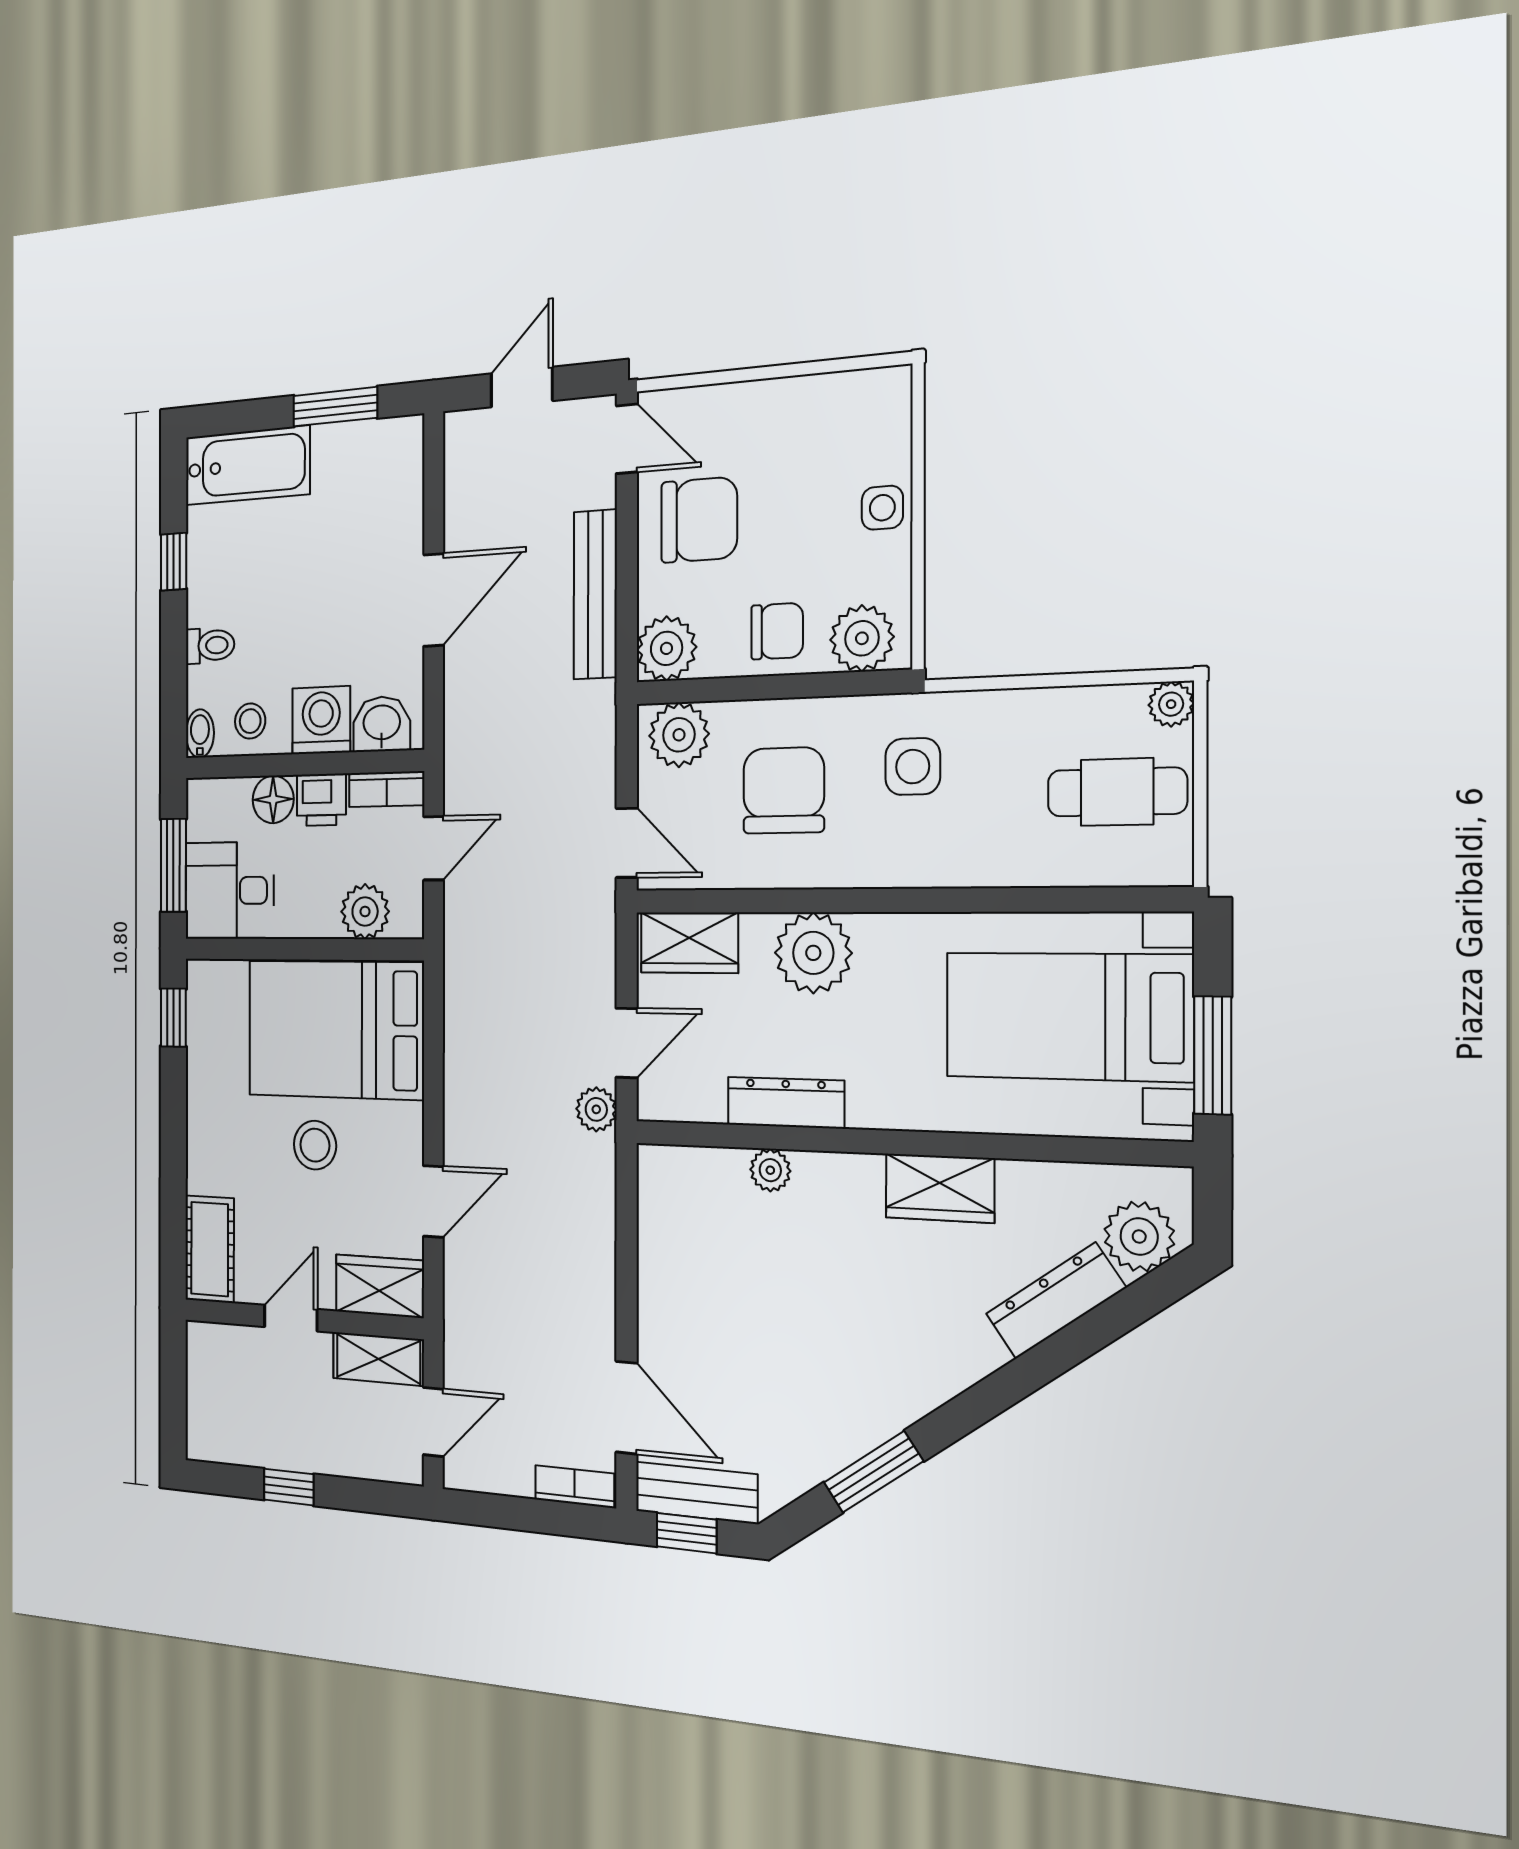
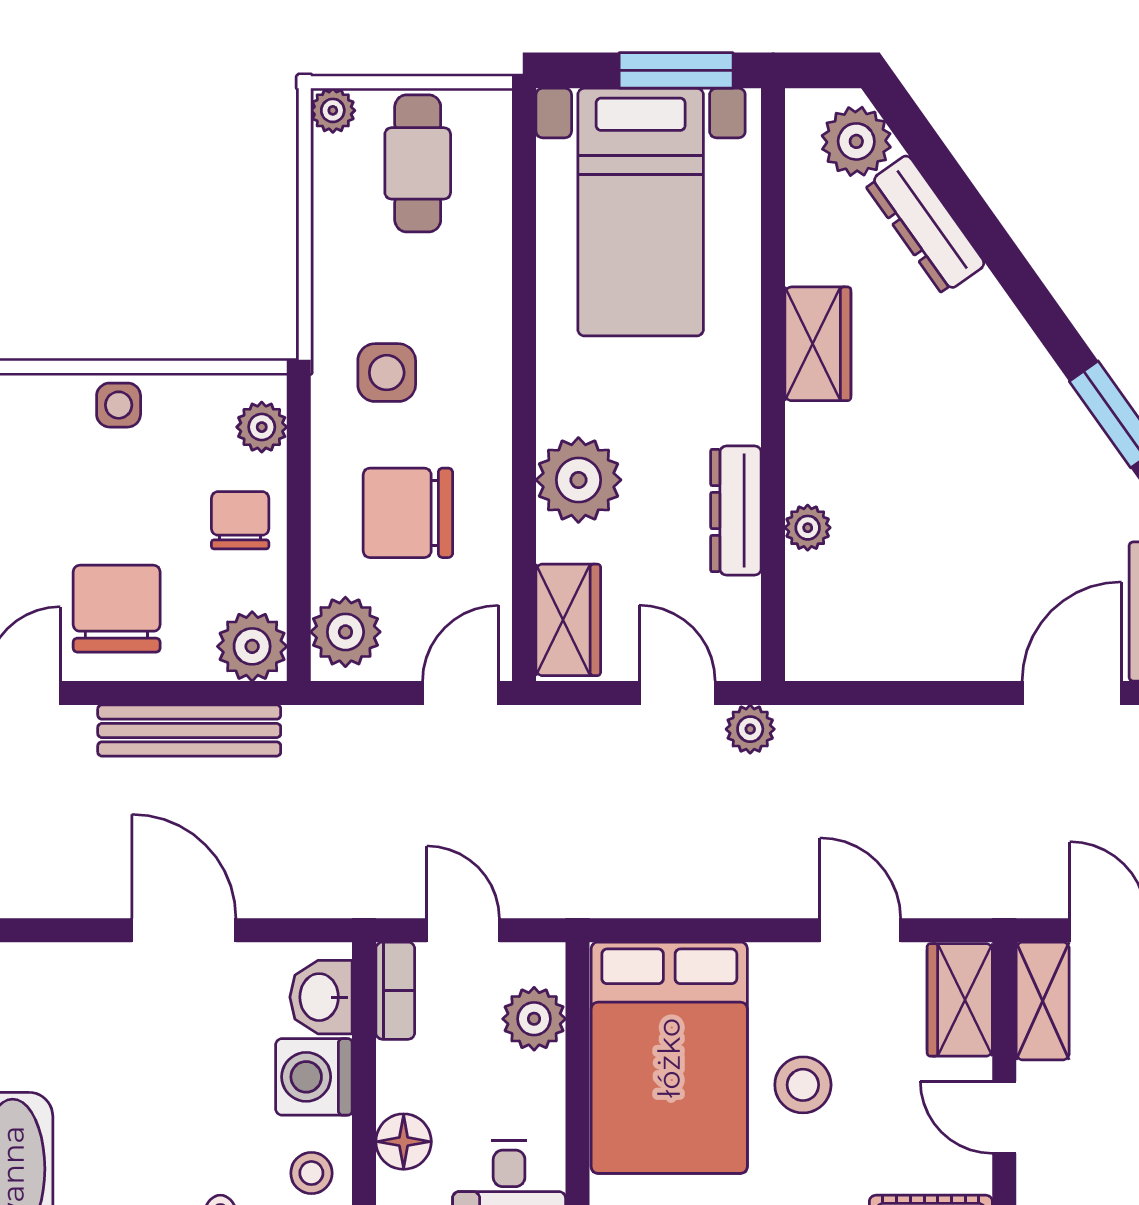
plant: (862, 638) -> (262, 427), width x0.73, depth x0.73
printer: (321, 800) -> (405, 1077), removed

